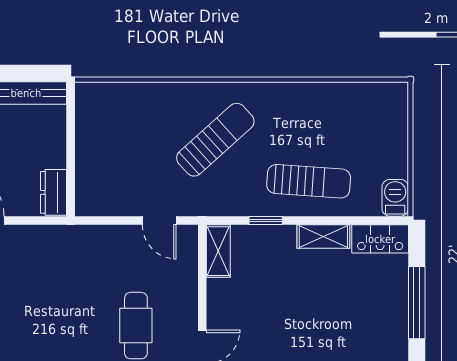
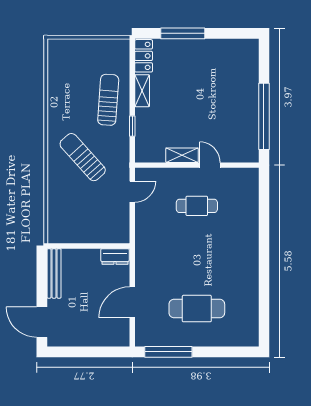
barbecue: (395, 198) -> (118, 47), removed
shelving: (218, 251) -> (182, 155), moved

